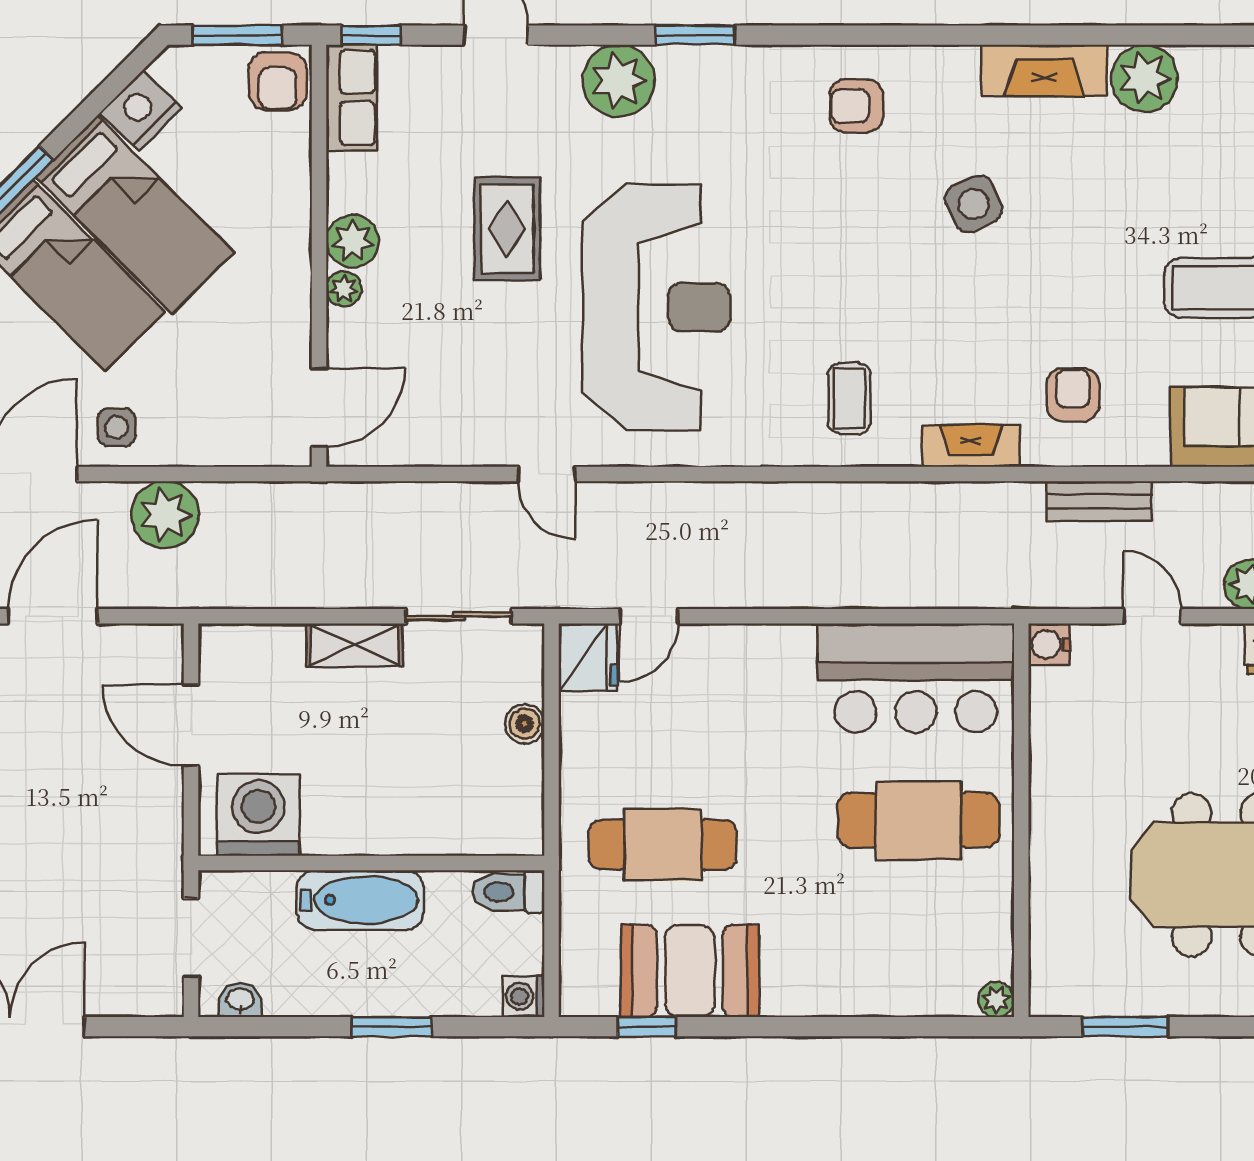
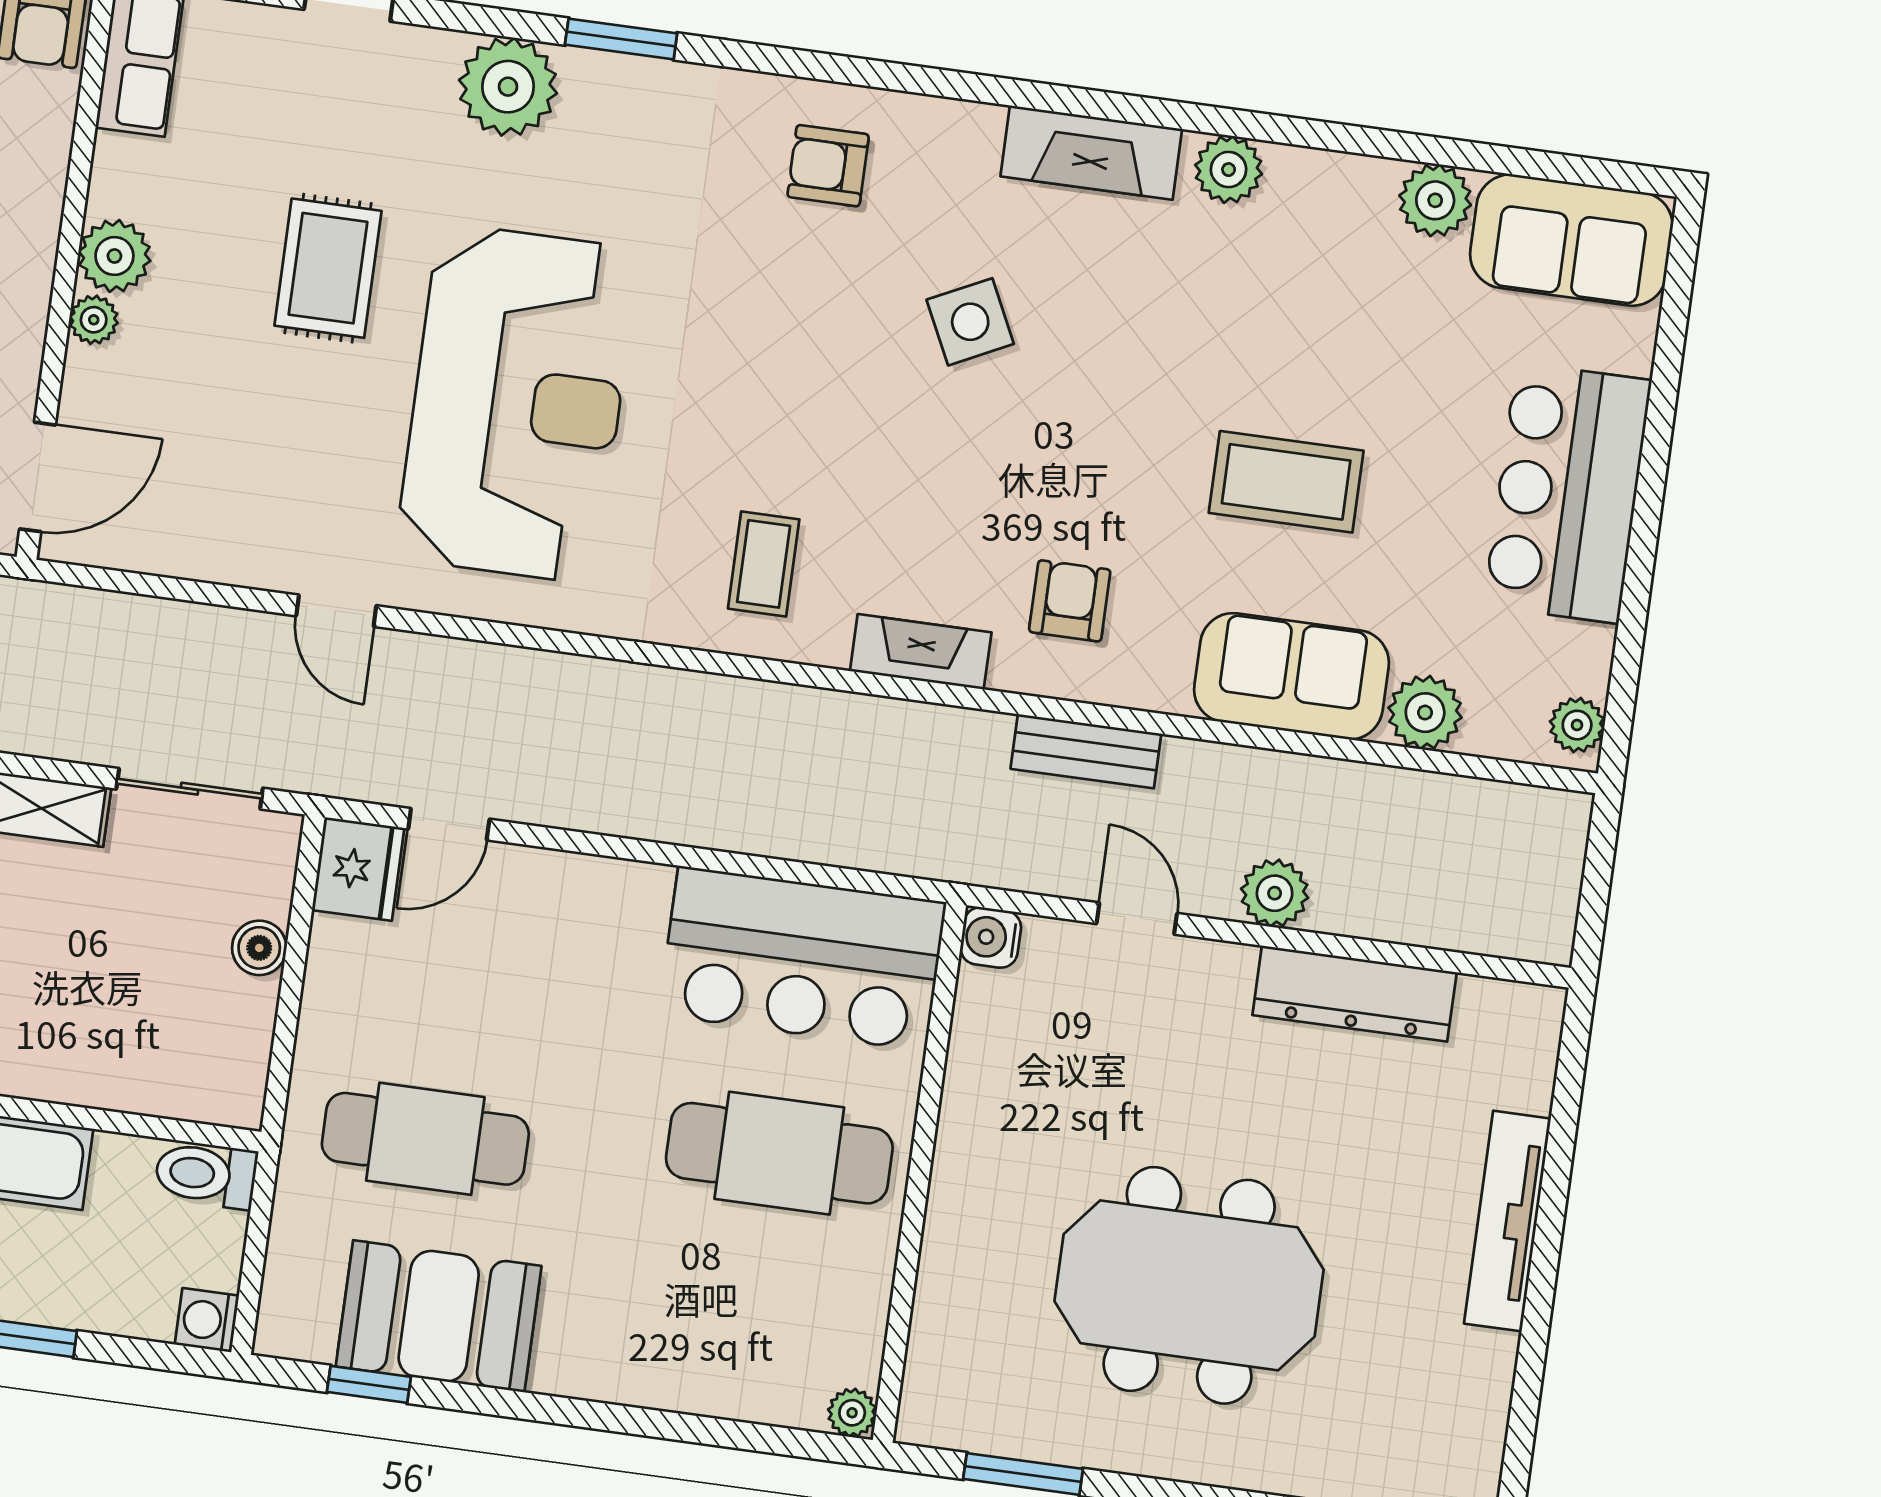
plant: (1144, 78) -> (1229, 170), width x0.73, depth x0.73

